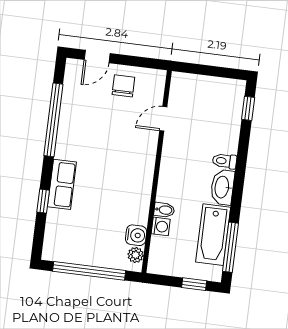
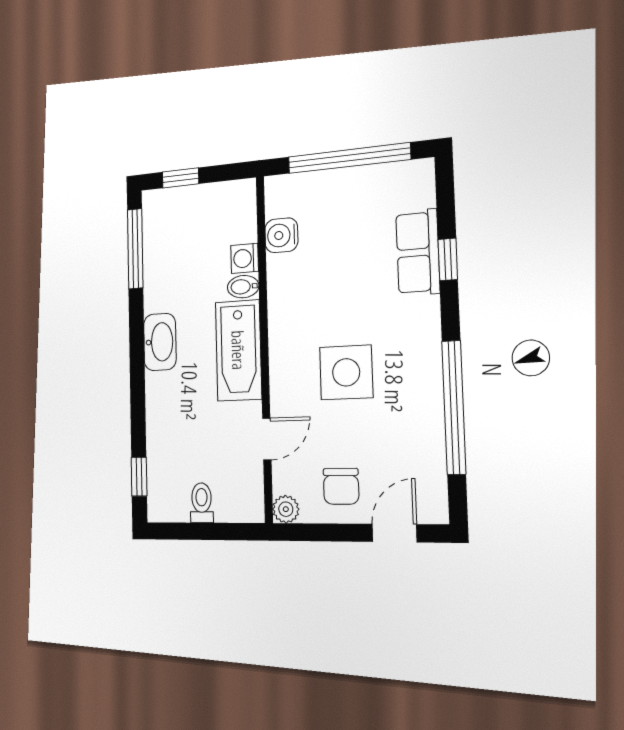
side table: (110, 149) -> (346, 372), added
toilet: (225, 161) -> (202, 503), moved, turned -90
row of seats: (62, 184) -> (418, 252), moved
bathtub: (213, 235) -> (238, 350), moved, turned 180
plant: (136, 255) -> (286, 509), moved

